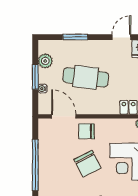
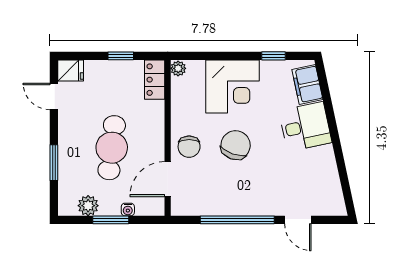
chair: (87, 164) -> (236, 145), turned -43

